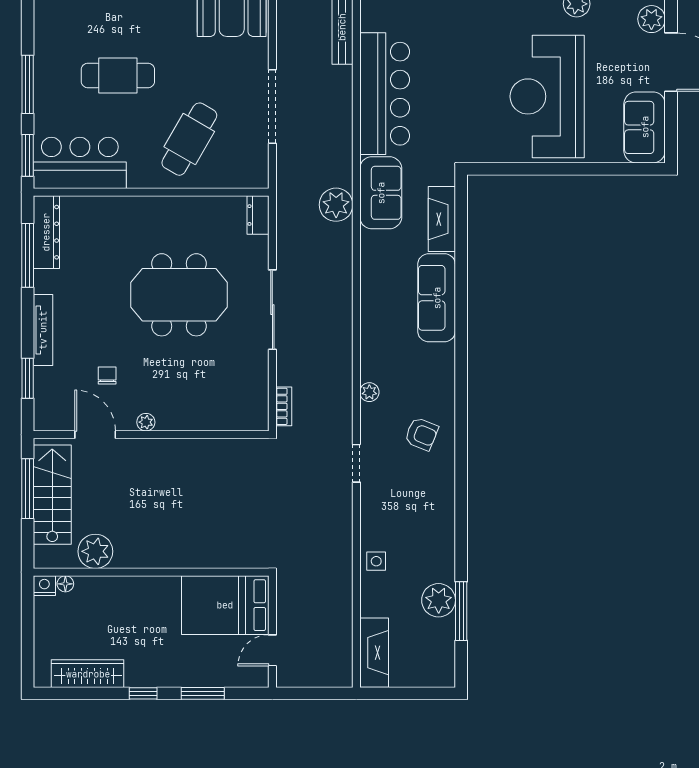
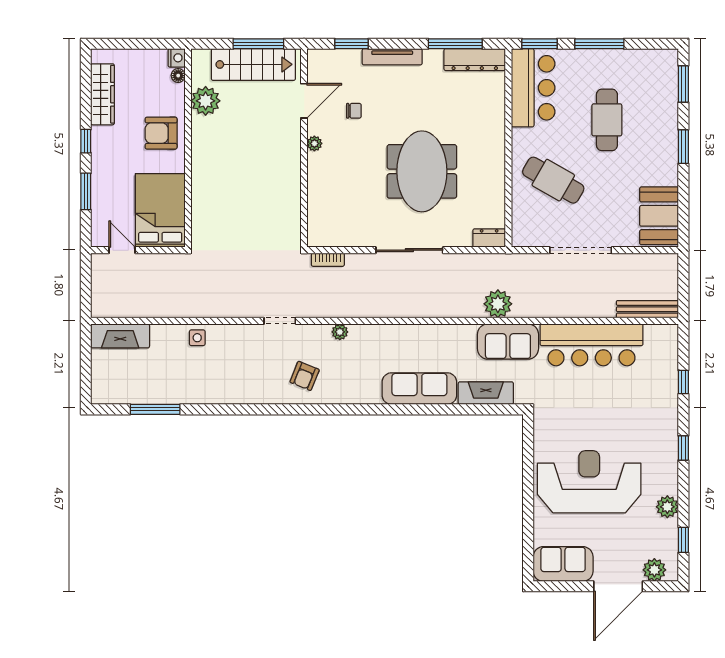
plant: (439, 600) -> (164, 390), removed
armchair: (134, 604) -> (161, 133), added

